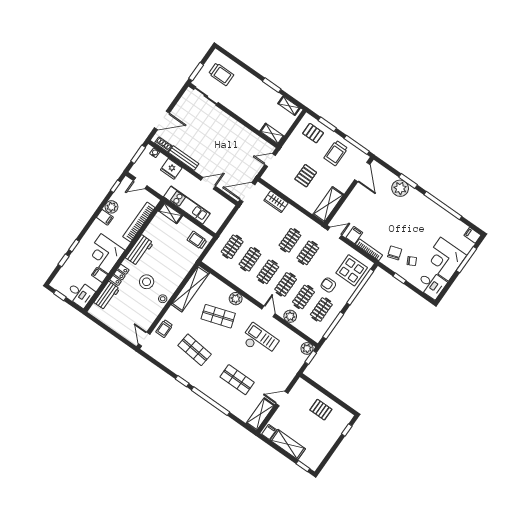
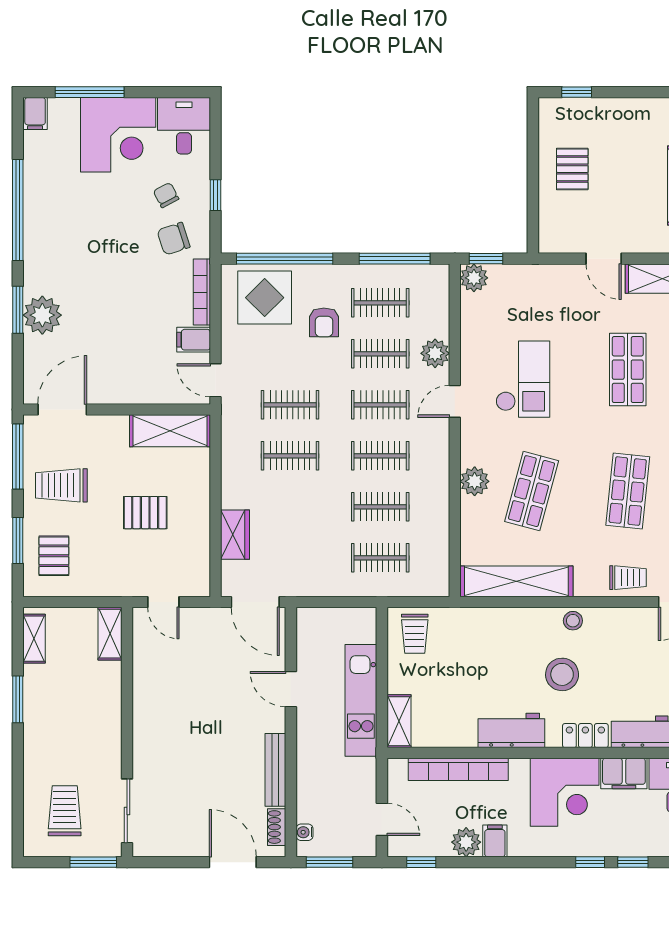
trolley: (336, 153) -> (61, 485), turned 180
fridge: (171, 169) -> (313, 779), removed
filing cabinet: (100, 275) -> (624, 773), width x2.00
shop shelf: (218, 316) -> (532, 491), turned 33
checkout: (260, 341) -> (523, 379), turned 180

